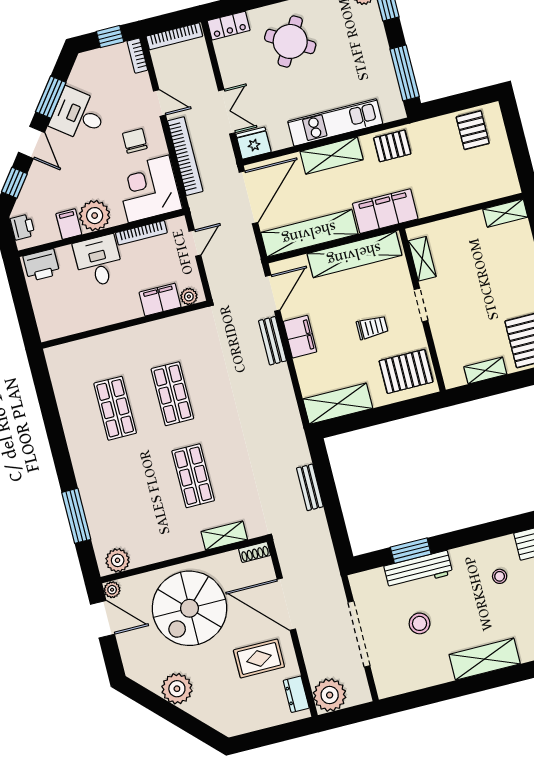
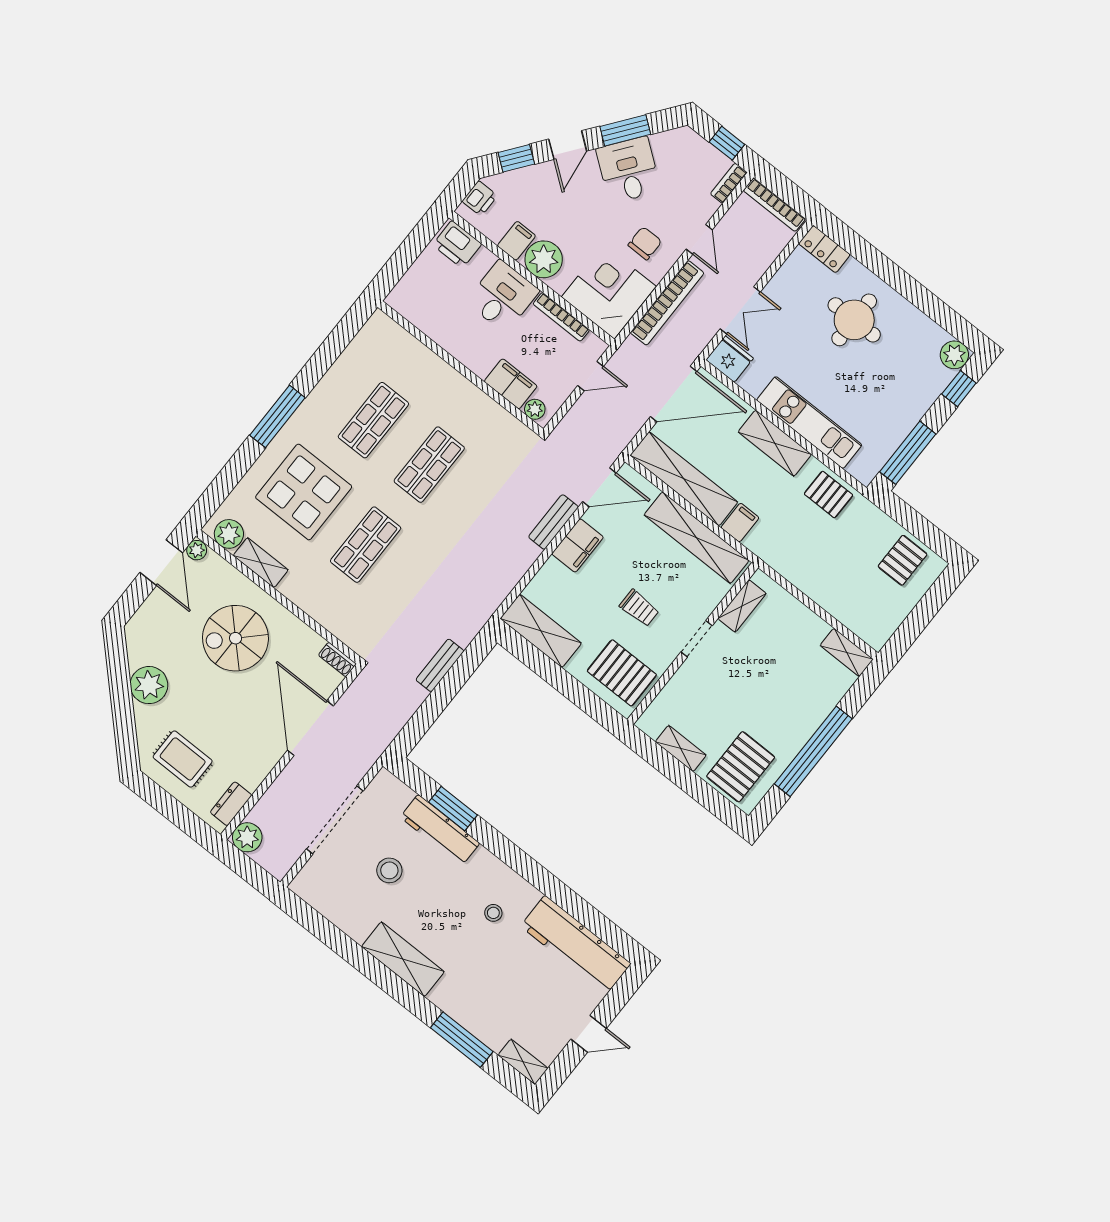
round table: (290, 41) -> (854, 320), turned -30
filing cabinet: (385, 211) -> (740, 523), width x0.33, depth x0.86
display table: (127, 490) -> (304, 492), added
window: (76, 516) -> (277, 416), moved
shelving: (224, 536) -> (261, 563), moved
spiral stairs: (189, 608) -> (235, 638), width x0.73, depth x0.73
rug: (259, 658) -> (183, 759), moved
plant: (330, 695) -> (247, 837), width x0.73, depth x0.73

